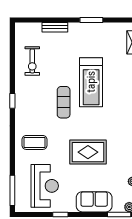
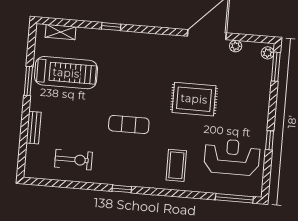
treadmill: (91, 82) -> (66, 73), moved
rug: (88, 152) -> (194, 99), turned 90
sofa: (94, 202) -> (257, 97), removed

